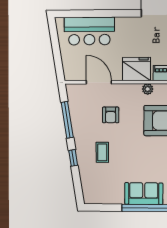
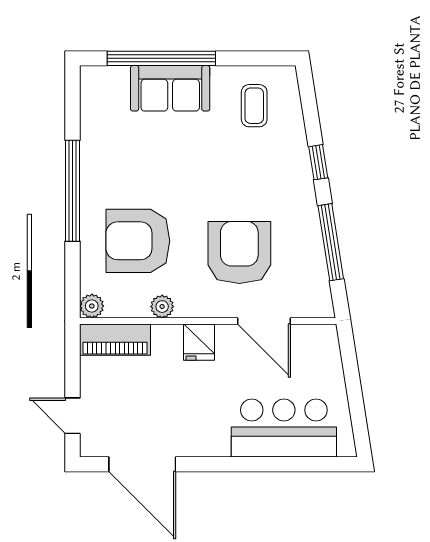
fridge: (136, 69) -> (199, 342), width x0.53, depth x0.75
armchair: (111, 115) -> (239, 252), width x1.88, depth x1.88
coffee table: (102, 152) -> (254, 106), moved

